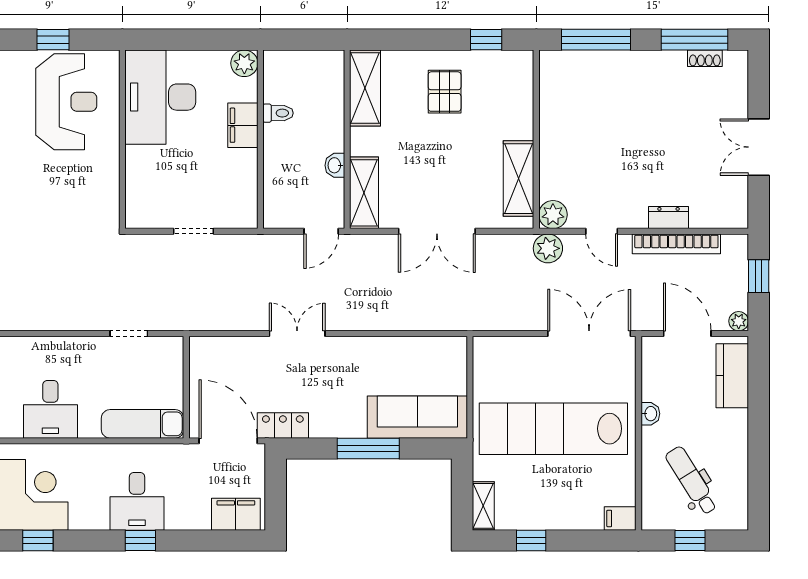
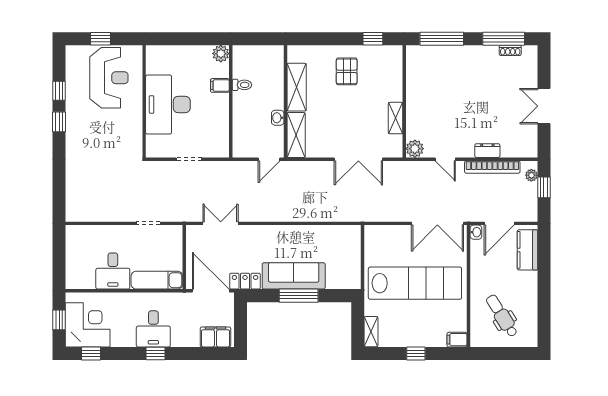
shelving: (365, 88) -> (297, 87), moved
desk: (160, 97) -> (168, 104), moved
filing cabinet: (243, 125) -> (220, 85), width x0.50
shelving: (519, 179) -> (396, 118), width x0.67, depth x0.75
double door: (437, 231) -> (358, 159), moved
plant: (548, 248) -> (412, 170), removed
plant: (739, 321) -> (531, 175), moved
double door: (297, 334) -> (221, 223), moved
double door: (589, 334) -> (437, 223), swing flipped
door: (687, 334) -> (499, 223), swing flipped
desk: (50, 409) -> (113, 271), moved
washbasin: (650, 414) -> (476, 232), moved
sofa: (417, 417) -> (294, 276), moved
lab bench: (553, 429) -> (415, 283), turned 180
window: (531, 540) -> (416, 353), moved
window: (690, 540) -> (501, 353), removed

